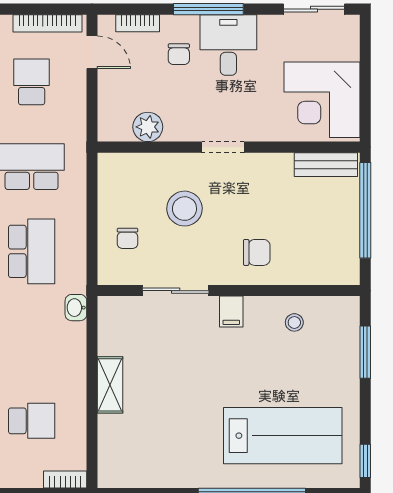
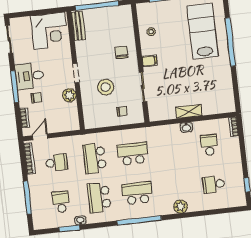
school desk: (32, 82) -> (57, 163), turned 180
plant: (148, 127) -> (69, 95), moved
washbasin: (76, 308) -> (186, 127), moved

